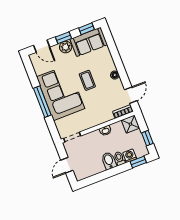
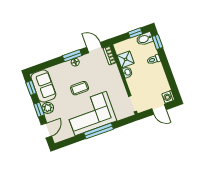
window: (122, 72) -> (72, 56), added
shower: (130, 124) -> (126, 59), moved
washing machine: (130, 156) -> (168, 97), moved
bidet: (109, 161) -> (145, 39), moved

